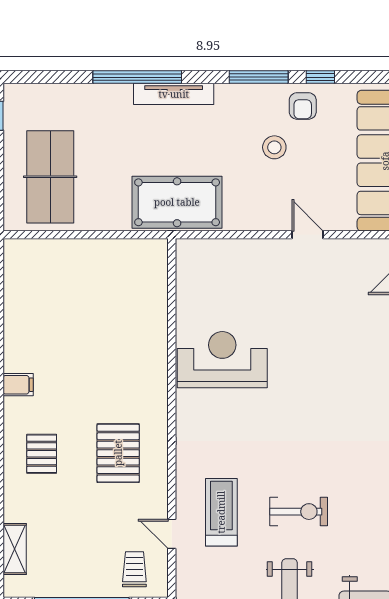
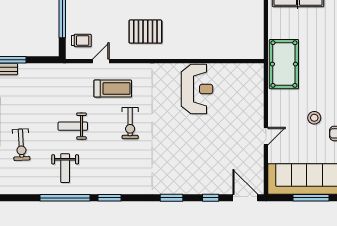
exercise bike: (299, 512) -> (130, 123), moved

